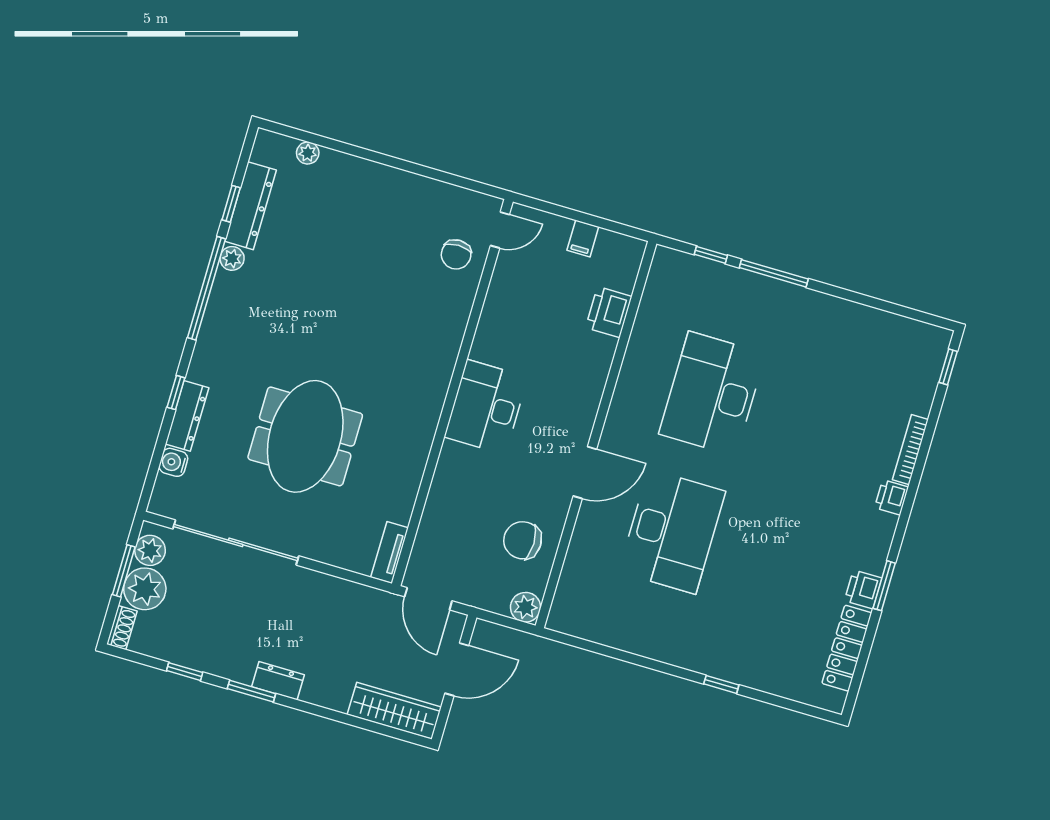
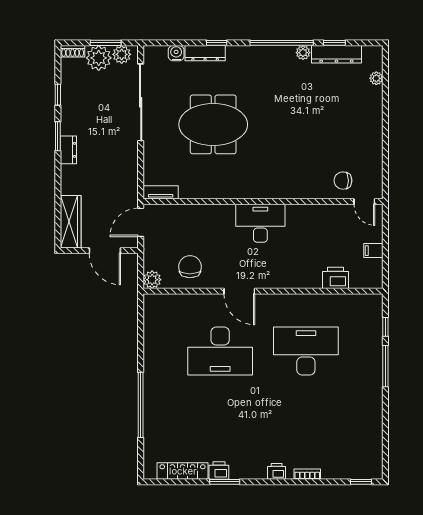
bookcase: (910, 450) -> (307, 474), width x0.64
window: (721, 684) -> (141, 405), width x3.17

